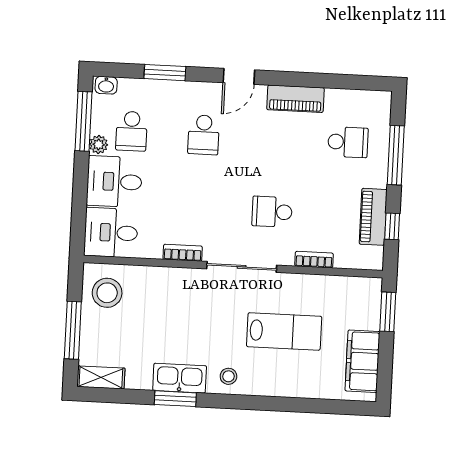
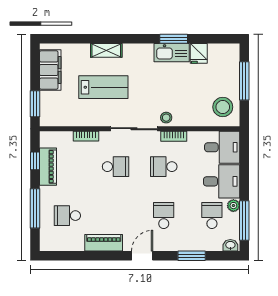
school desk: (200, 208) -> (164, 167), added
lab bench: (284, 331) -> (103, 87), turned 180
fridge: (139, 375) -> (199, 53), added
stool: (228, 376) -> (166, 118), moved
shelving: (101, 377) -> (106, 50), moved

